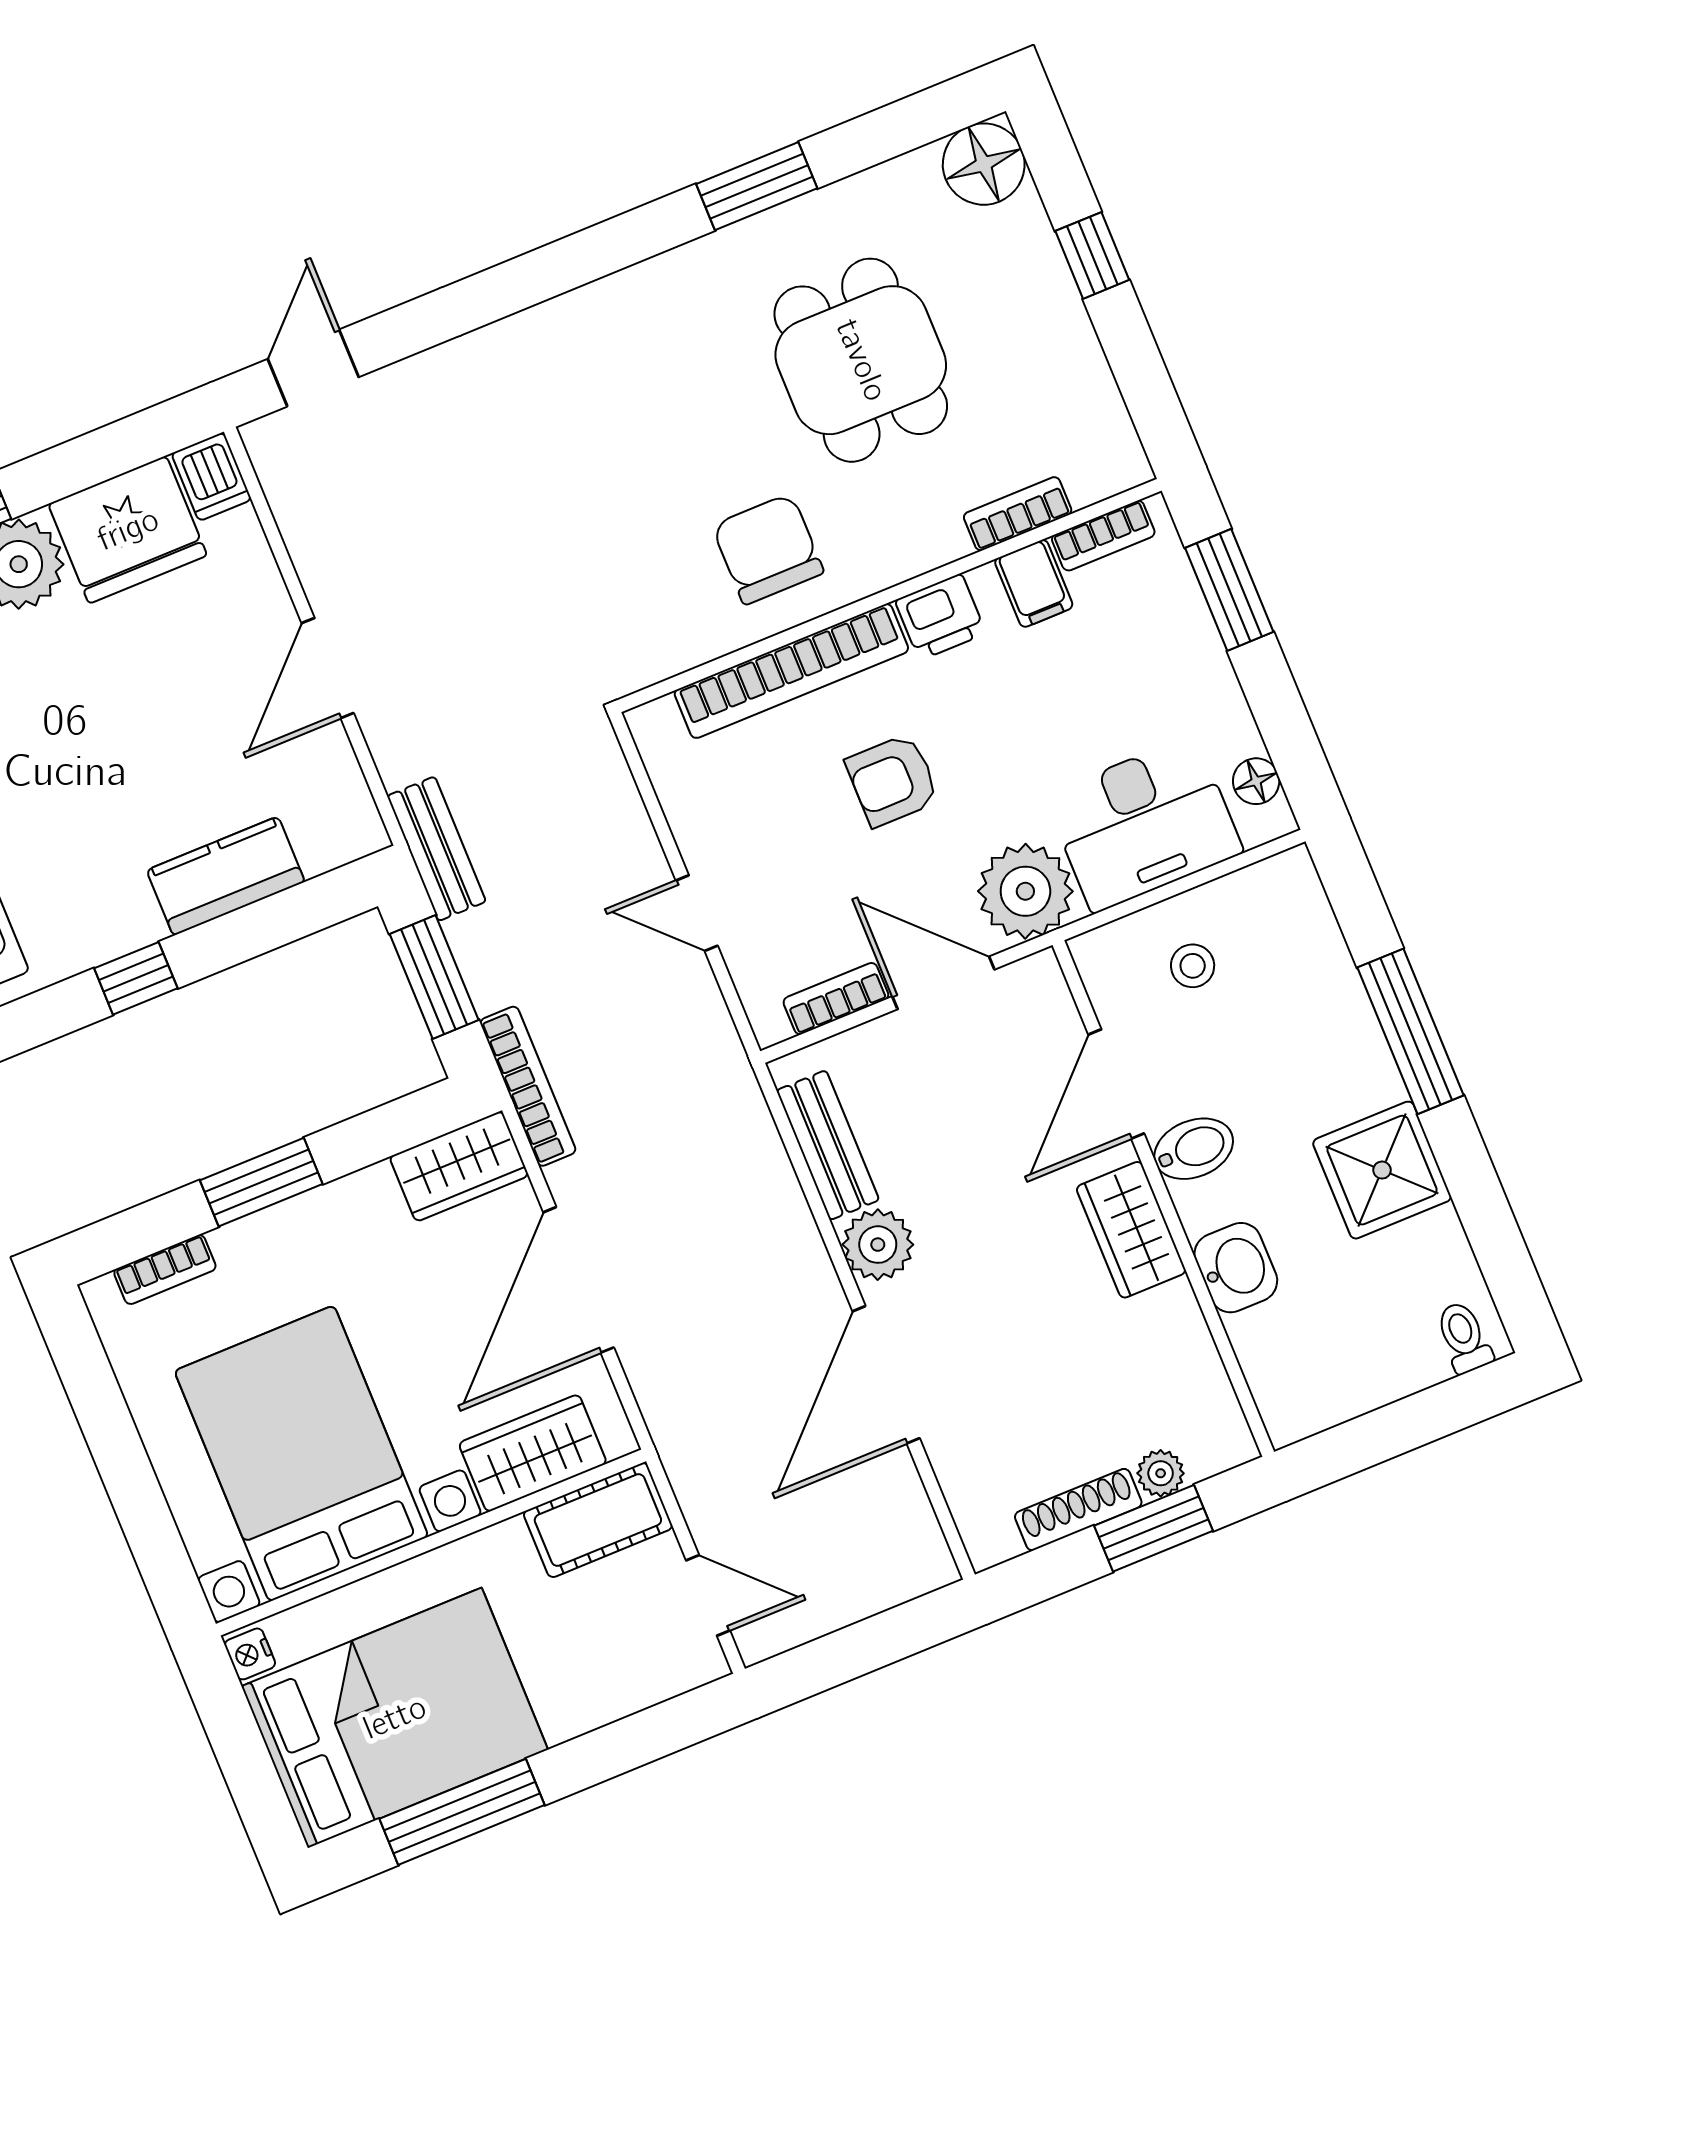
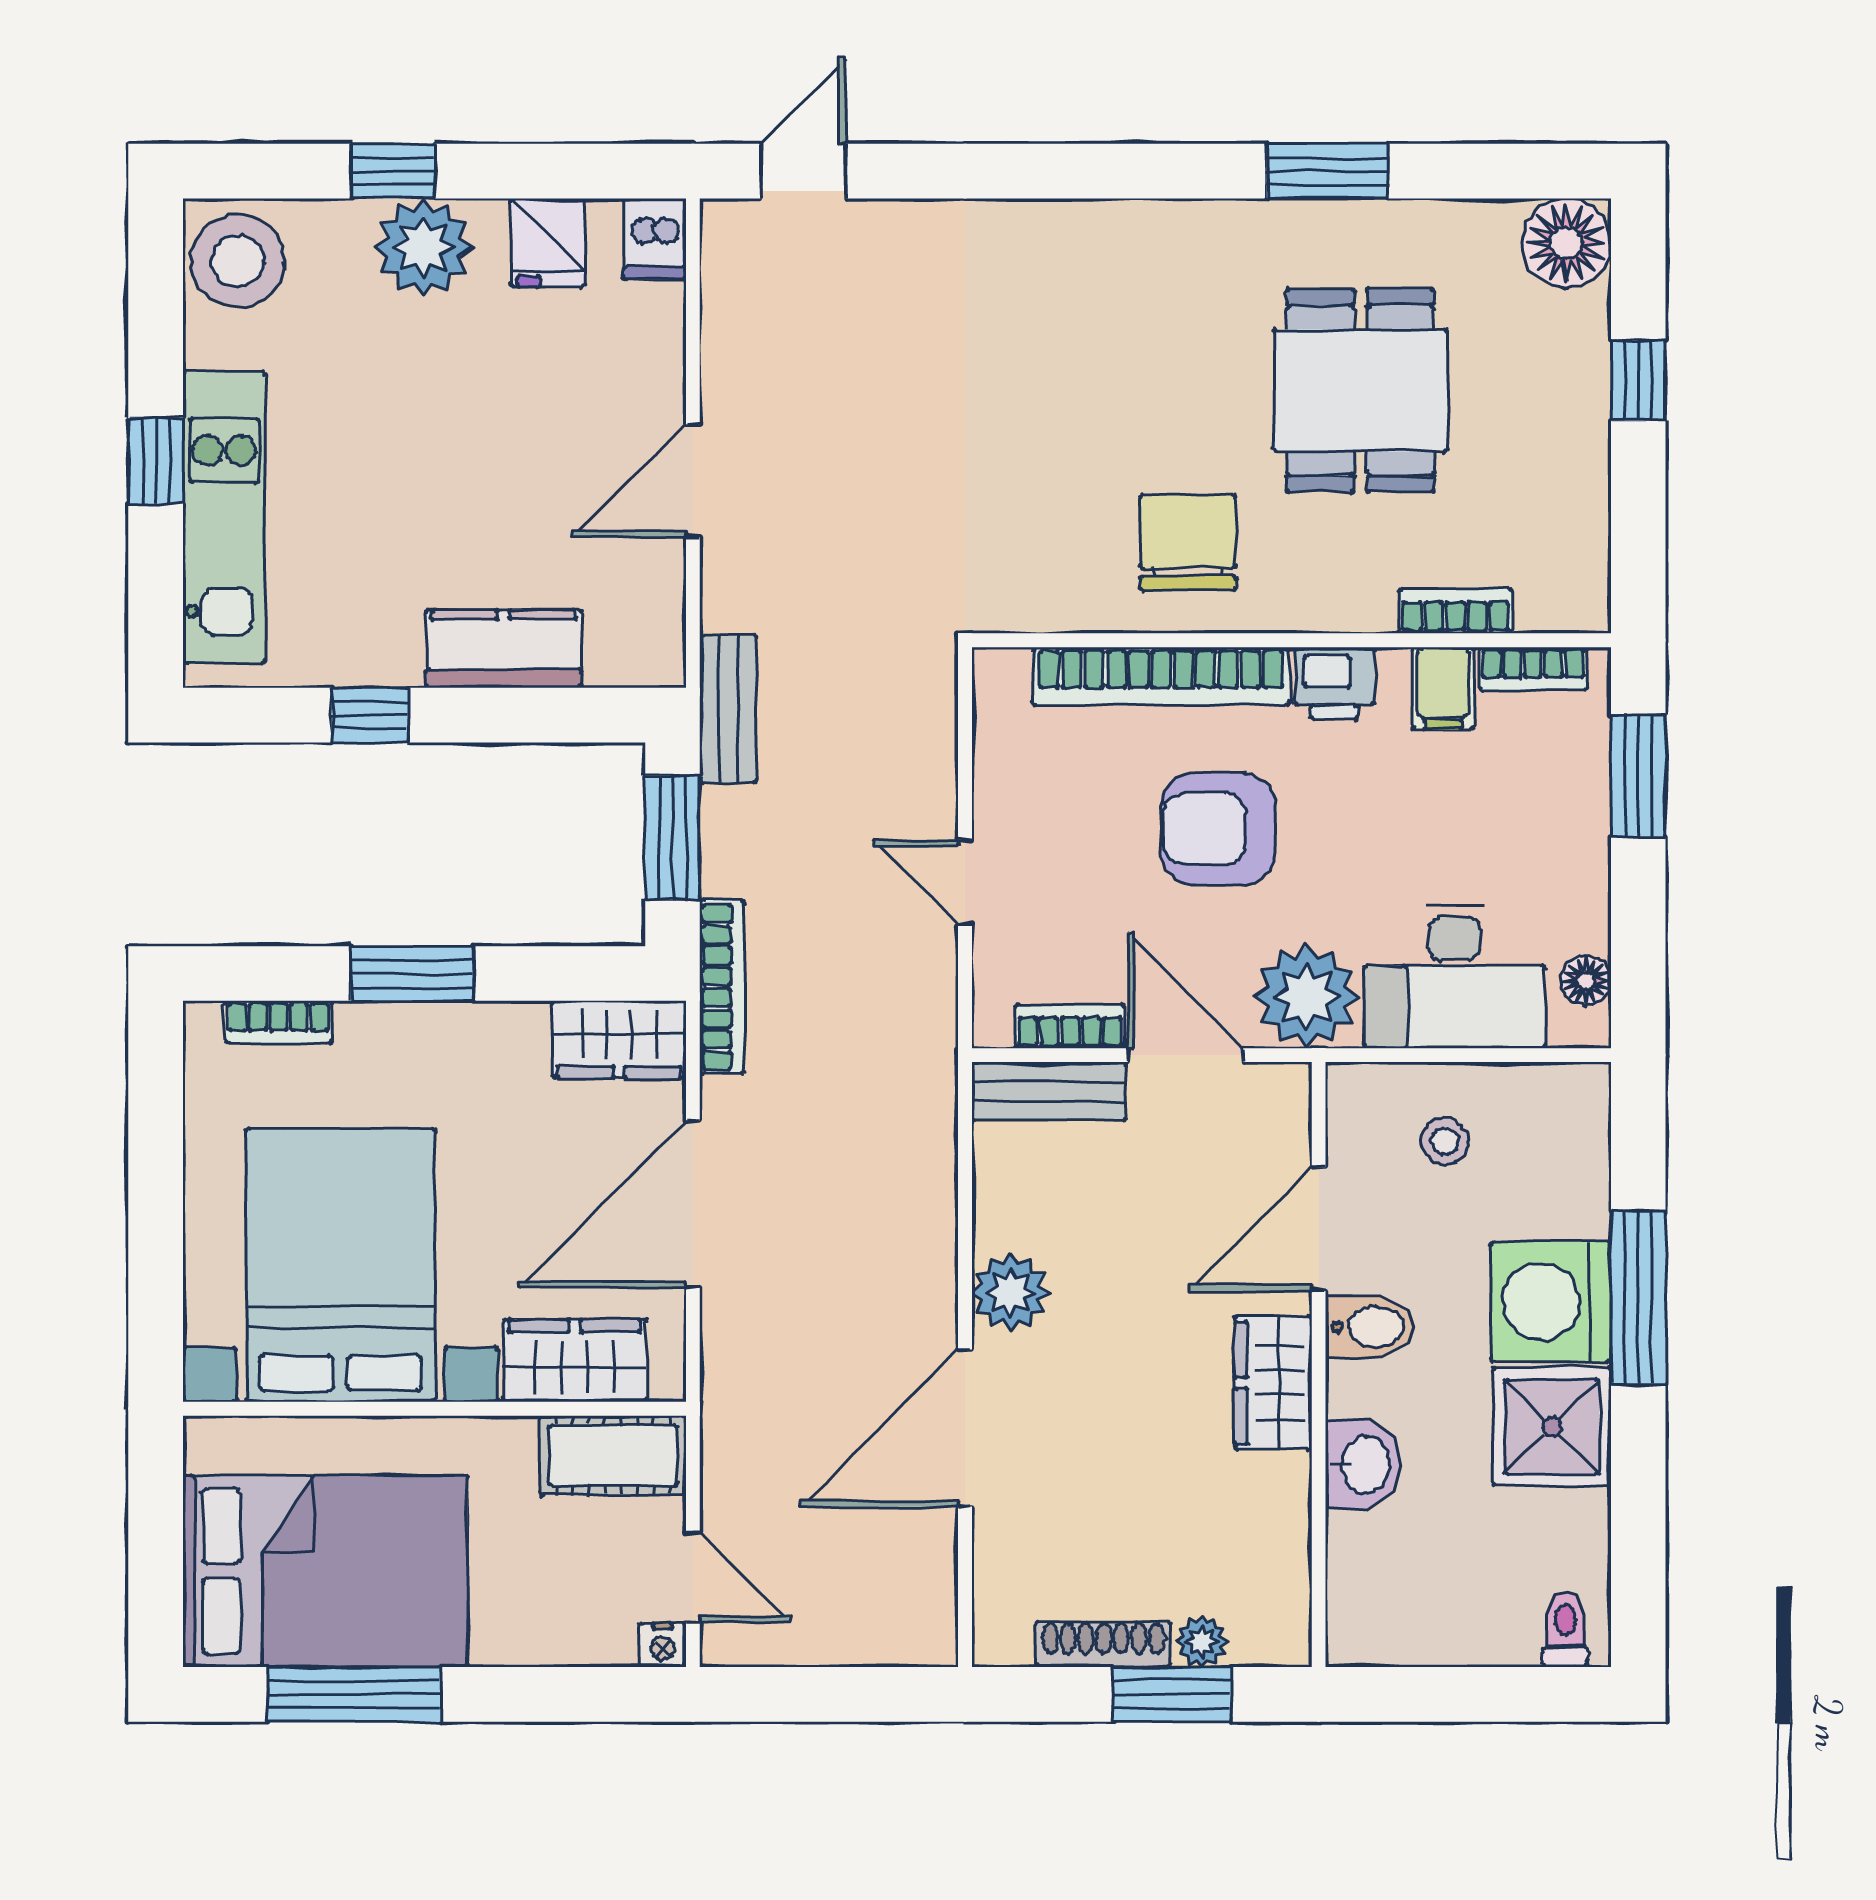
fridge: (128, 530) -> (548, 243), width x0.53, depth x0.75
armchair: (893, 780) -> (1218, 829), width x1.38, depth x1.38
washing machine: (1338, 1065) -> (1551, 1302), added
bench: (828, 1145) -> (1049, 1091), moved, turned 90
nightstand: (250, 1654) -> (663, 1645), moved, turned -90

